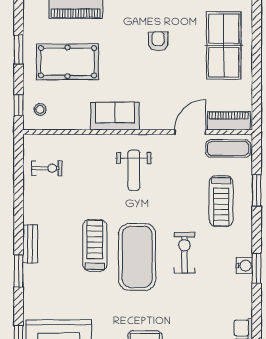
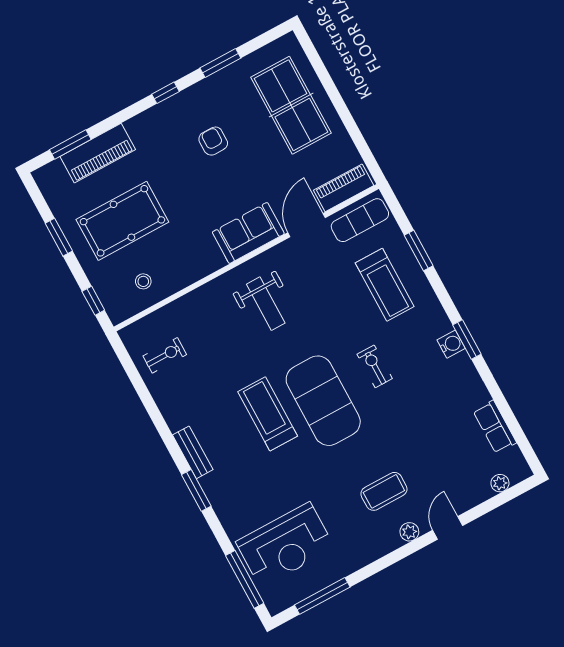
stool: (40, 109) -> (143, 281), moved
sofa: (115, 116) -> (248, 233), moved
exercise bike: (184, 253) -> (375, 366), width x0.73, depth x0.72

